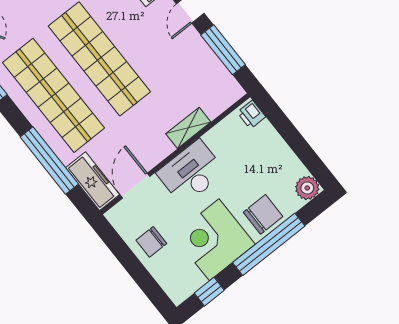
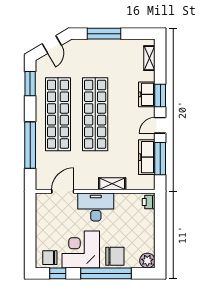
freezer: (93, 181) -> (147, 157), moved, turned 180
chair: (151, 242) -> (50, 258), moved

